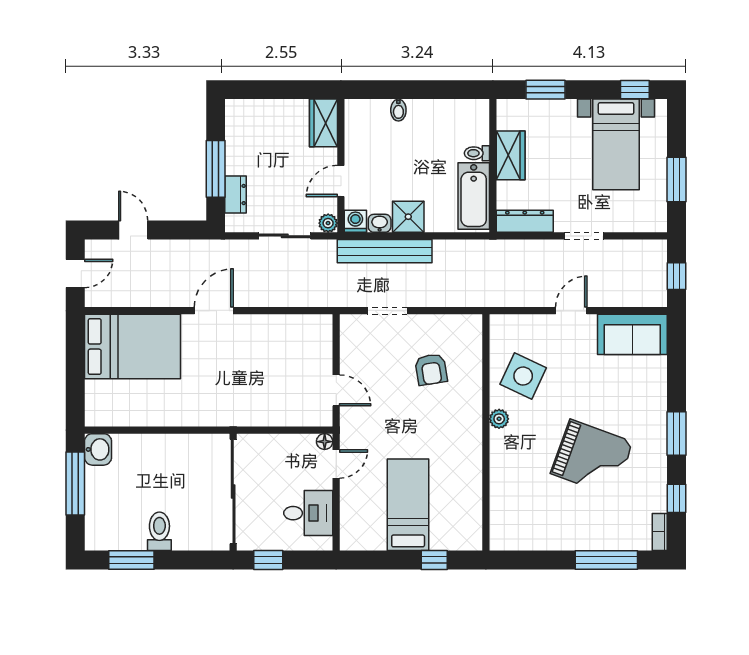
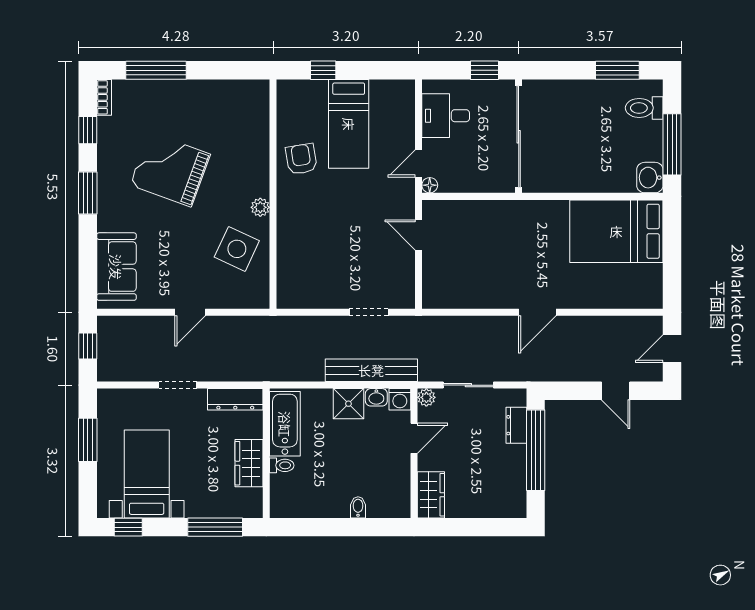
window: (545, 90) -> (215, 527), width x1.44
window: (216, 169) -> (536, 450), width x1.46
sofa: (632, 334) -> (116, 267), moved, turned 90
bed: (132, 347) -> (616, 231), moved
armchair: (431, 369) -> (301, 159), moved
toilet: (159, 531) -> (644, 108), moved, turned 90

